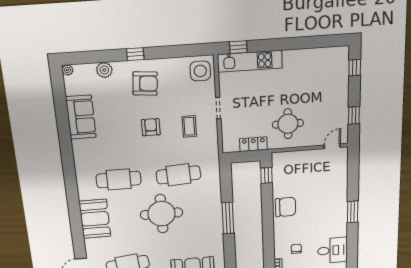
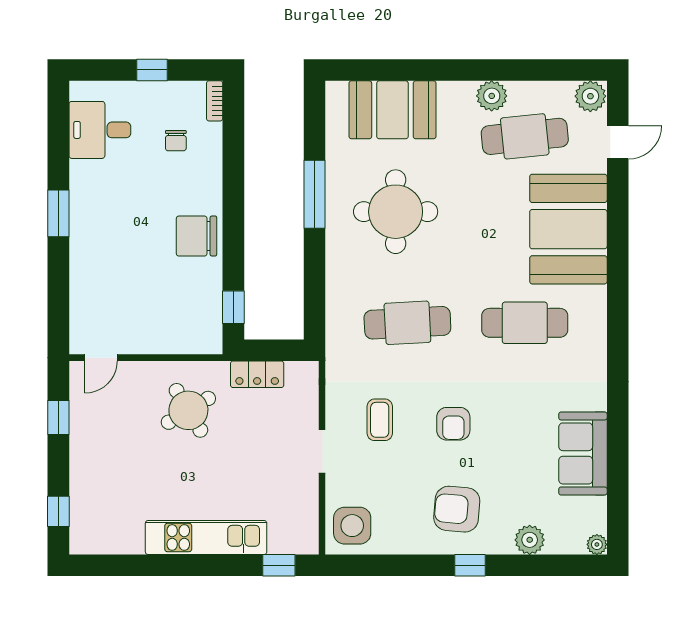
kitchen unit: (250, 61) -> (206, 538), moved
round table: (288, 124) -> (188, 410), turned -31
round table: (162, 214) -> (396, 212), moved
window: (228, 218) -> (315, 194), moved
booth: (95, 219) -> (568, 229), width x1.36, depth x1.42

